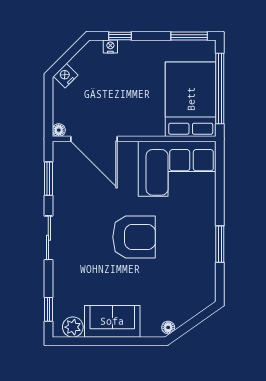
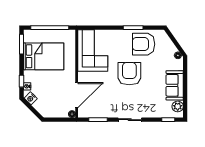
nightstand: (66, 76) -> (31, 98), moved
bed: (191, 99) -> (44, 56), moved, turned 180
armchair: (189, 263) -> (144, 44), added

